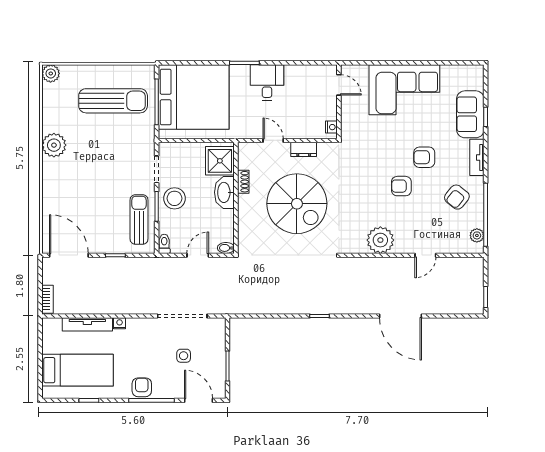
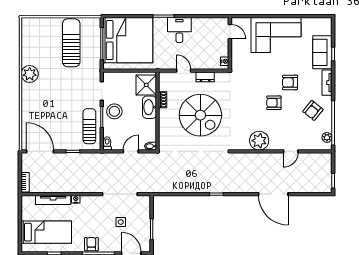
plant: (51, 73) -> (27, 24), removed
sun lounger: (113, 101) -> (71, 43), turned -90

